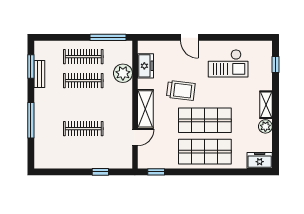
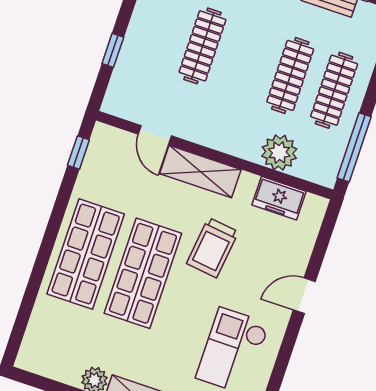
freezer: (260, 161) -> (36, 349), removed

